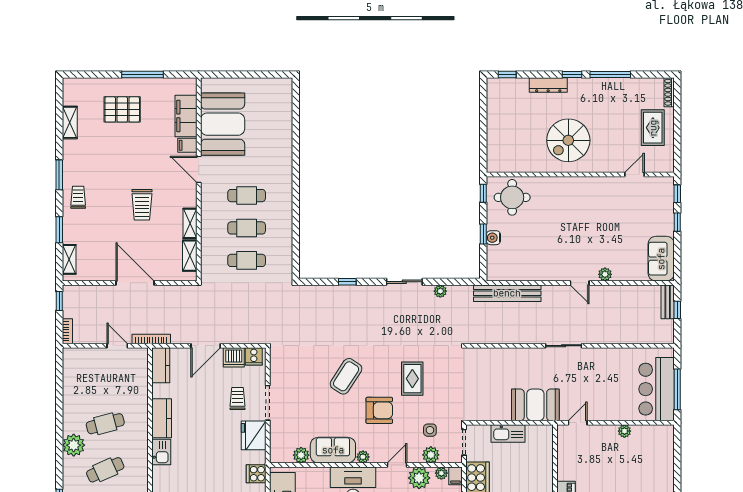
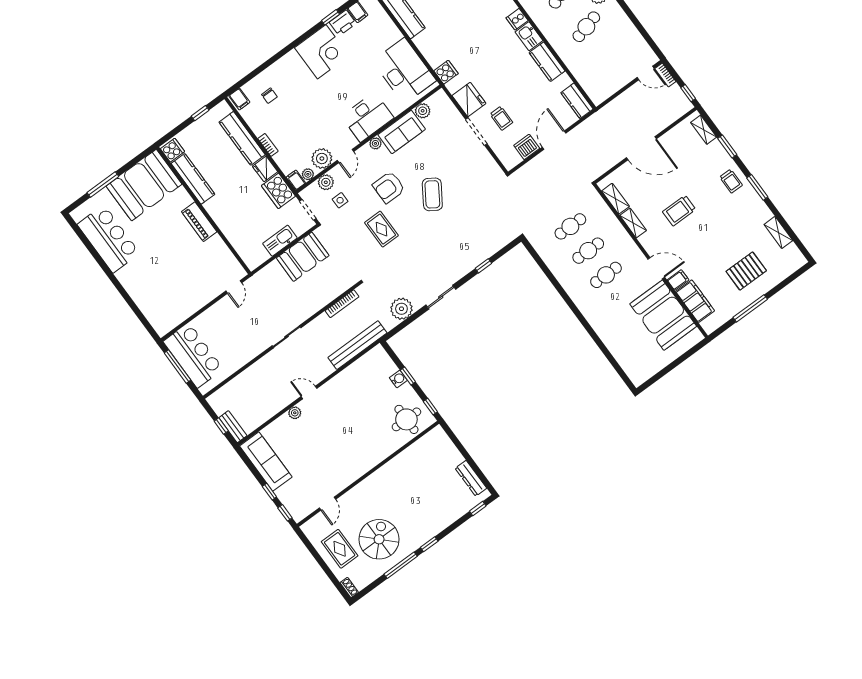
dresser: (548, 85) -> (471, 478), moved, turned -90
shoe rack: (669, 92) -> (349, 588), width x0.70
spiral stairs: (568, 140) -> (379, 539), moved
trolley: (142, 205) -> (679, 211), turned -90
sofa: (661, 259) -> (266, 461), width x1.36
plant: (440, 291) -> (401, 309), width x1.88, depth x1.88
bookcase: (151, 339) -> (342, 304), moved
door: (117, 346) -> (646, 73), moved
cooker: (254, 356) -> (517, 19), moved, turned -90
booth: (535, 405) -> (303, 257), moved
plant: (624, 431) -> (194, 306), removed

